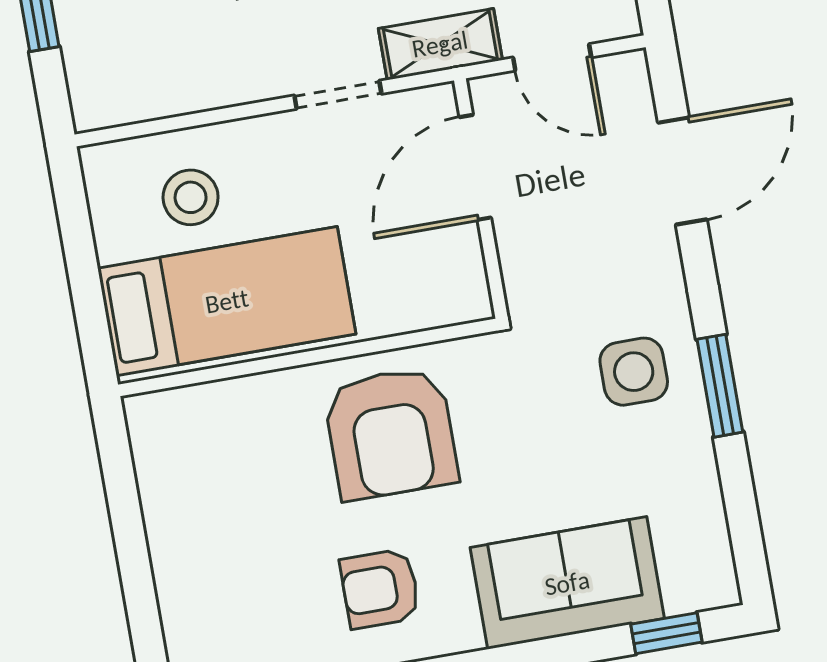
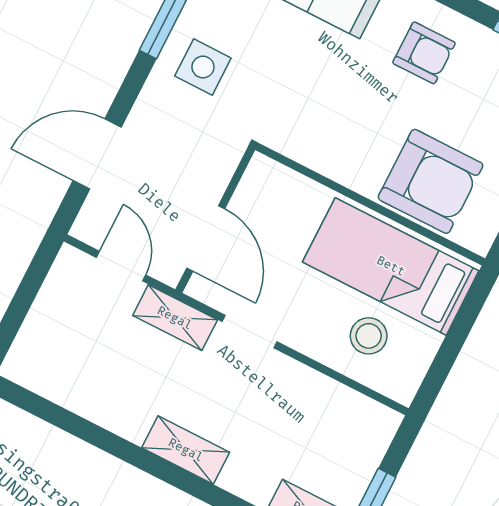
door: (475, 167) -> (206, 238), hinge flipped
armchair: (391, 433) -> (431, 181), moved, turned 90

